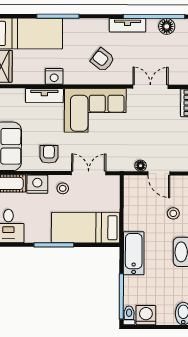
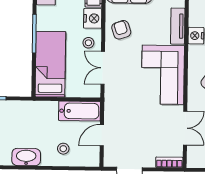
armchair: (49, 154) -> (121, 30), turned -109
floor lamp: (141, 166) -> (109, 118), removed
double door: (89, 173) -> (103, 68), swing flipped
bathtub: (134, 253) -> (79, 111), moved

